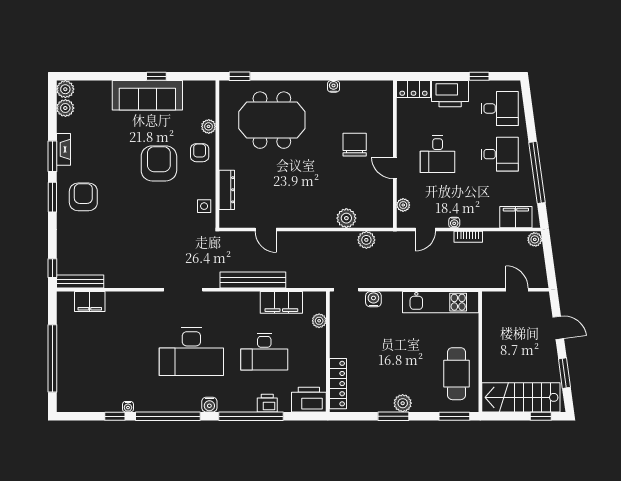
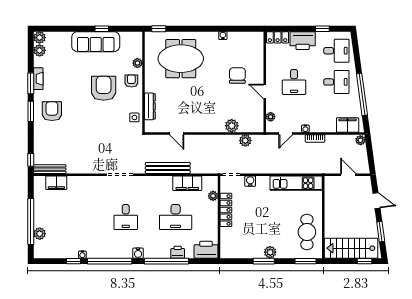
desk: (191, 352) -> (126, 217), width x0.53, depth x0.77
plant: (65, 376) -> (40, 234), added
locker: (338, 384) -> (226, 210), moved

